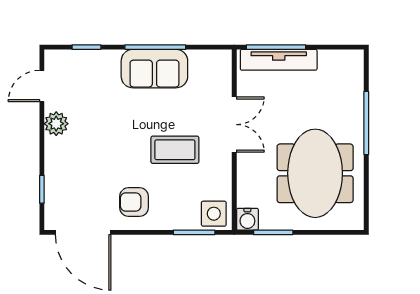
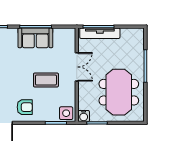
armchair: (134, 202) -> (25, 107), turned 180

